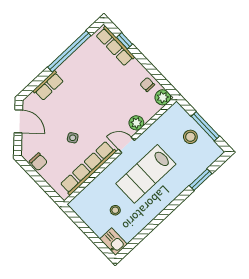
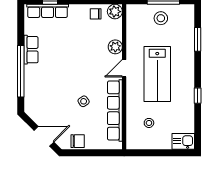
window: (69, 51) -> (21, 71), moved
row of seats: (48, 86) -> (31, 50), moved
door: (18, 121) -> (44, 136), moved
stool: (115, 210) -> (149, 123), moved
window: (158, 220) -> (198, 96), added

